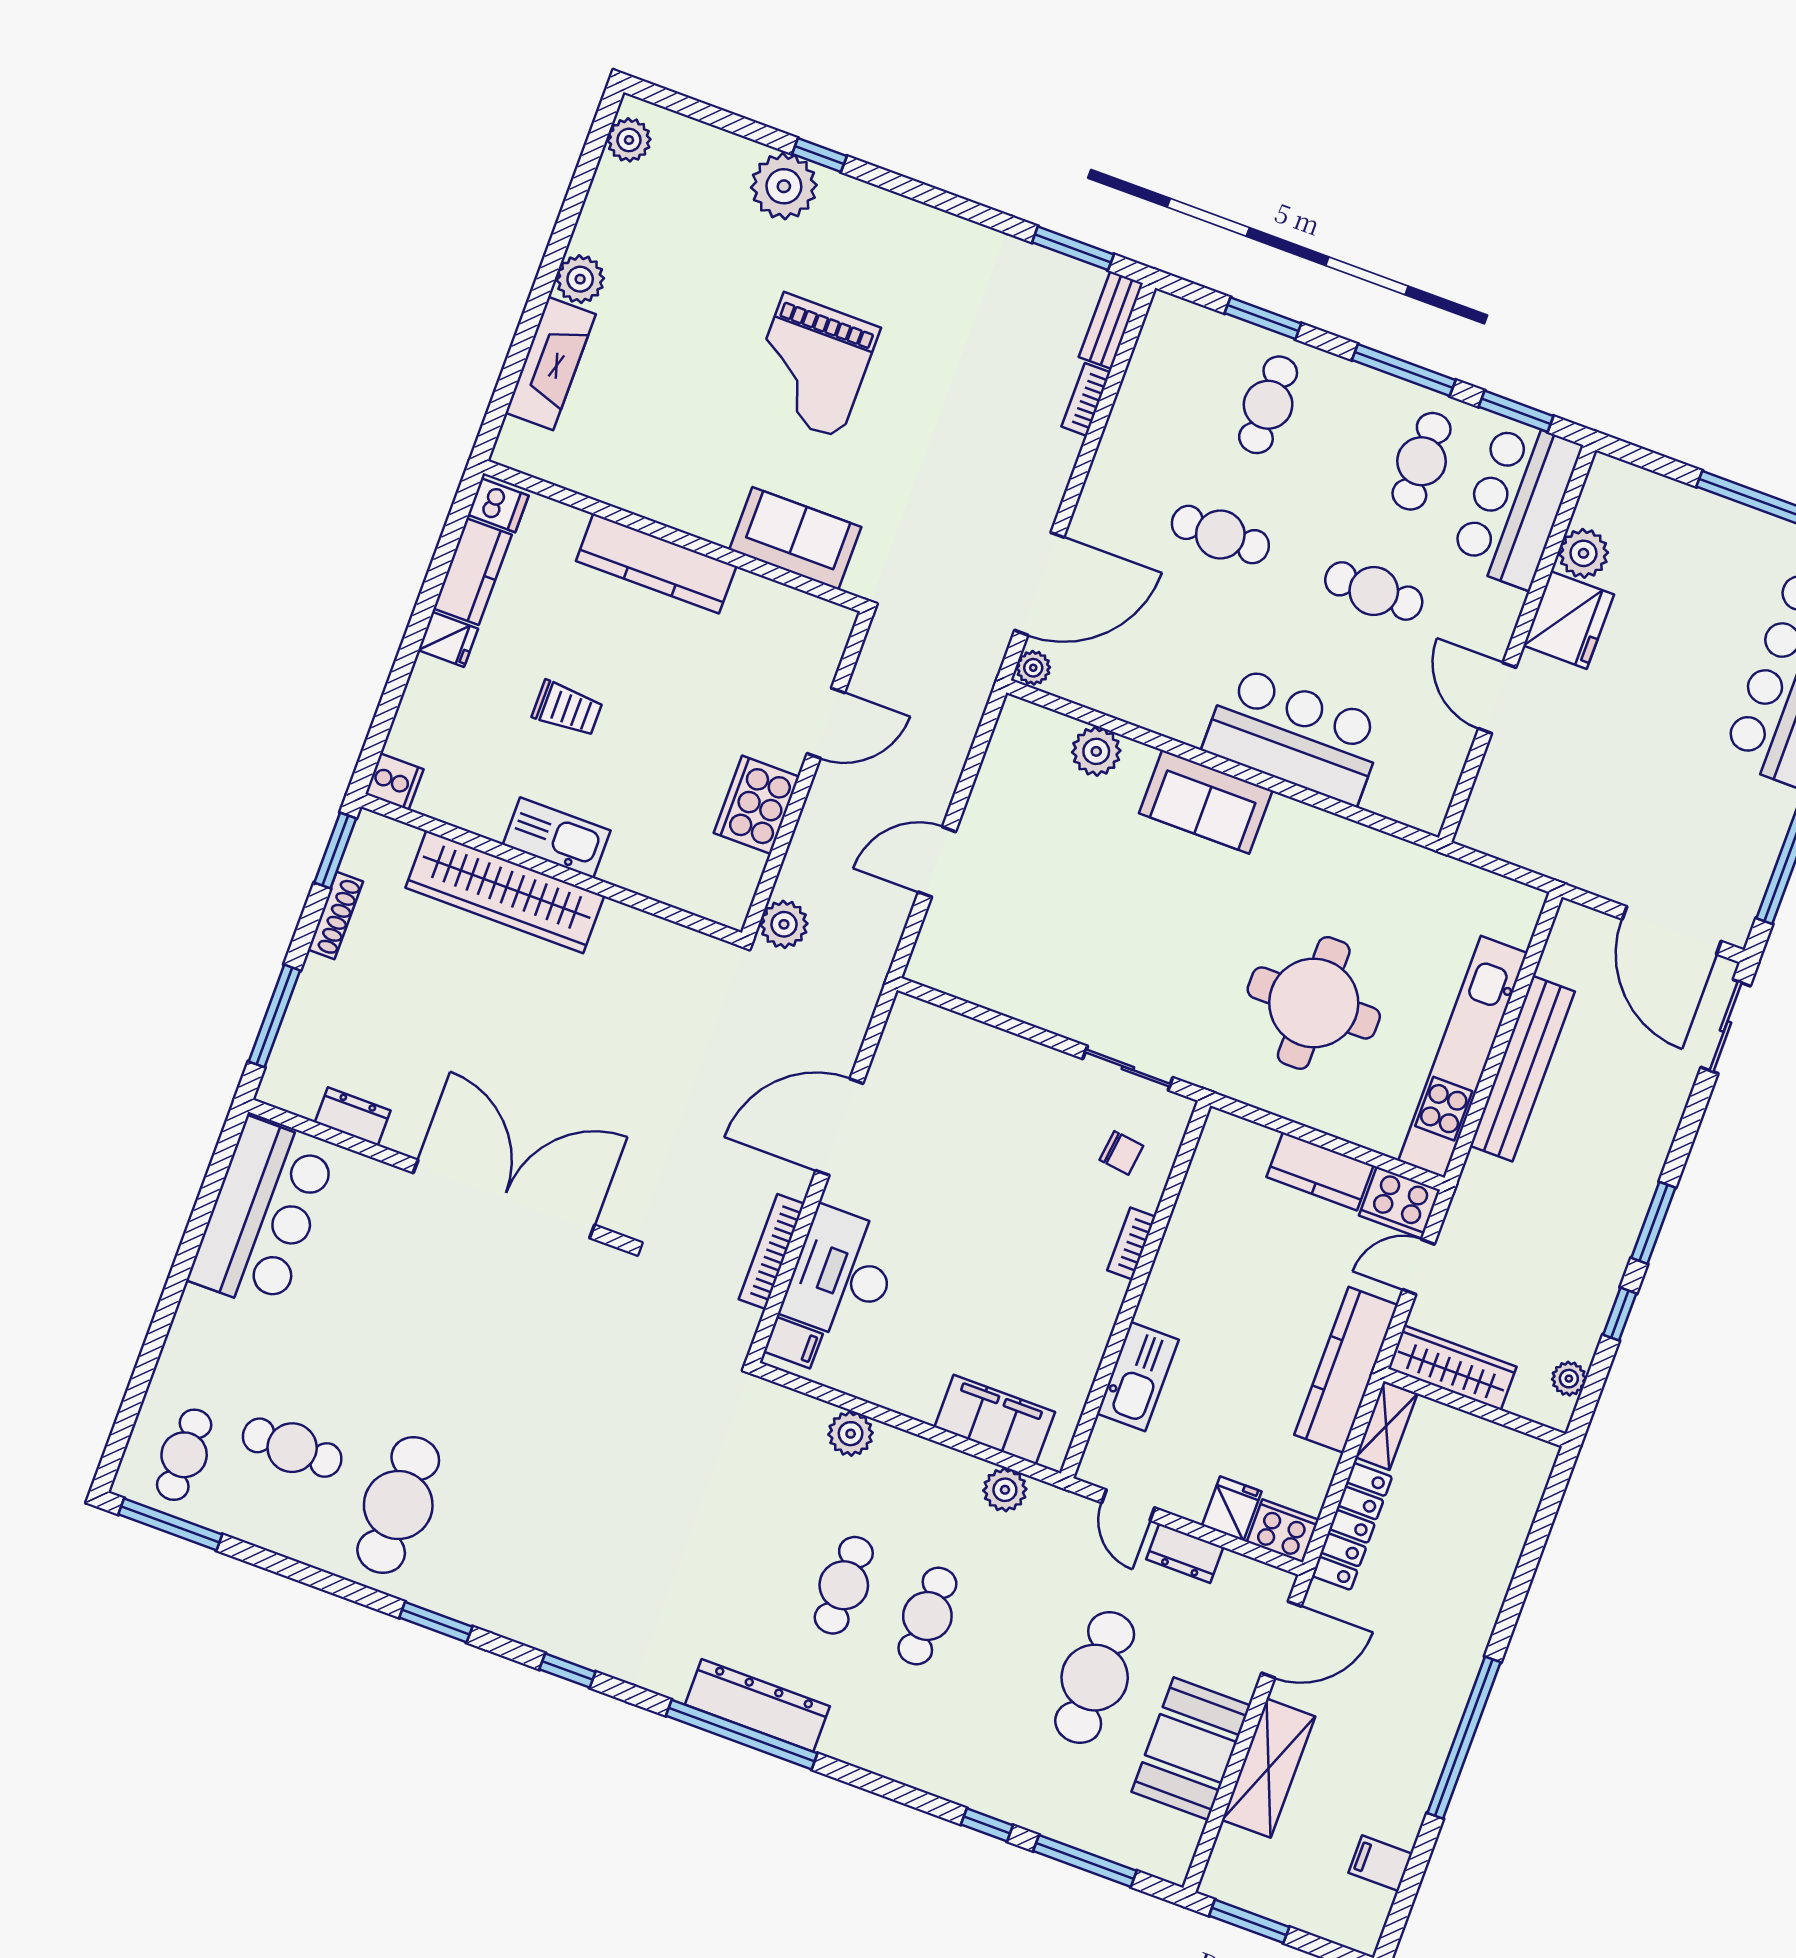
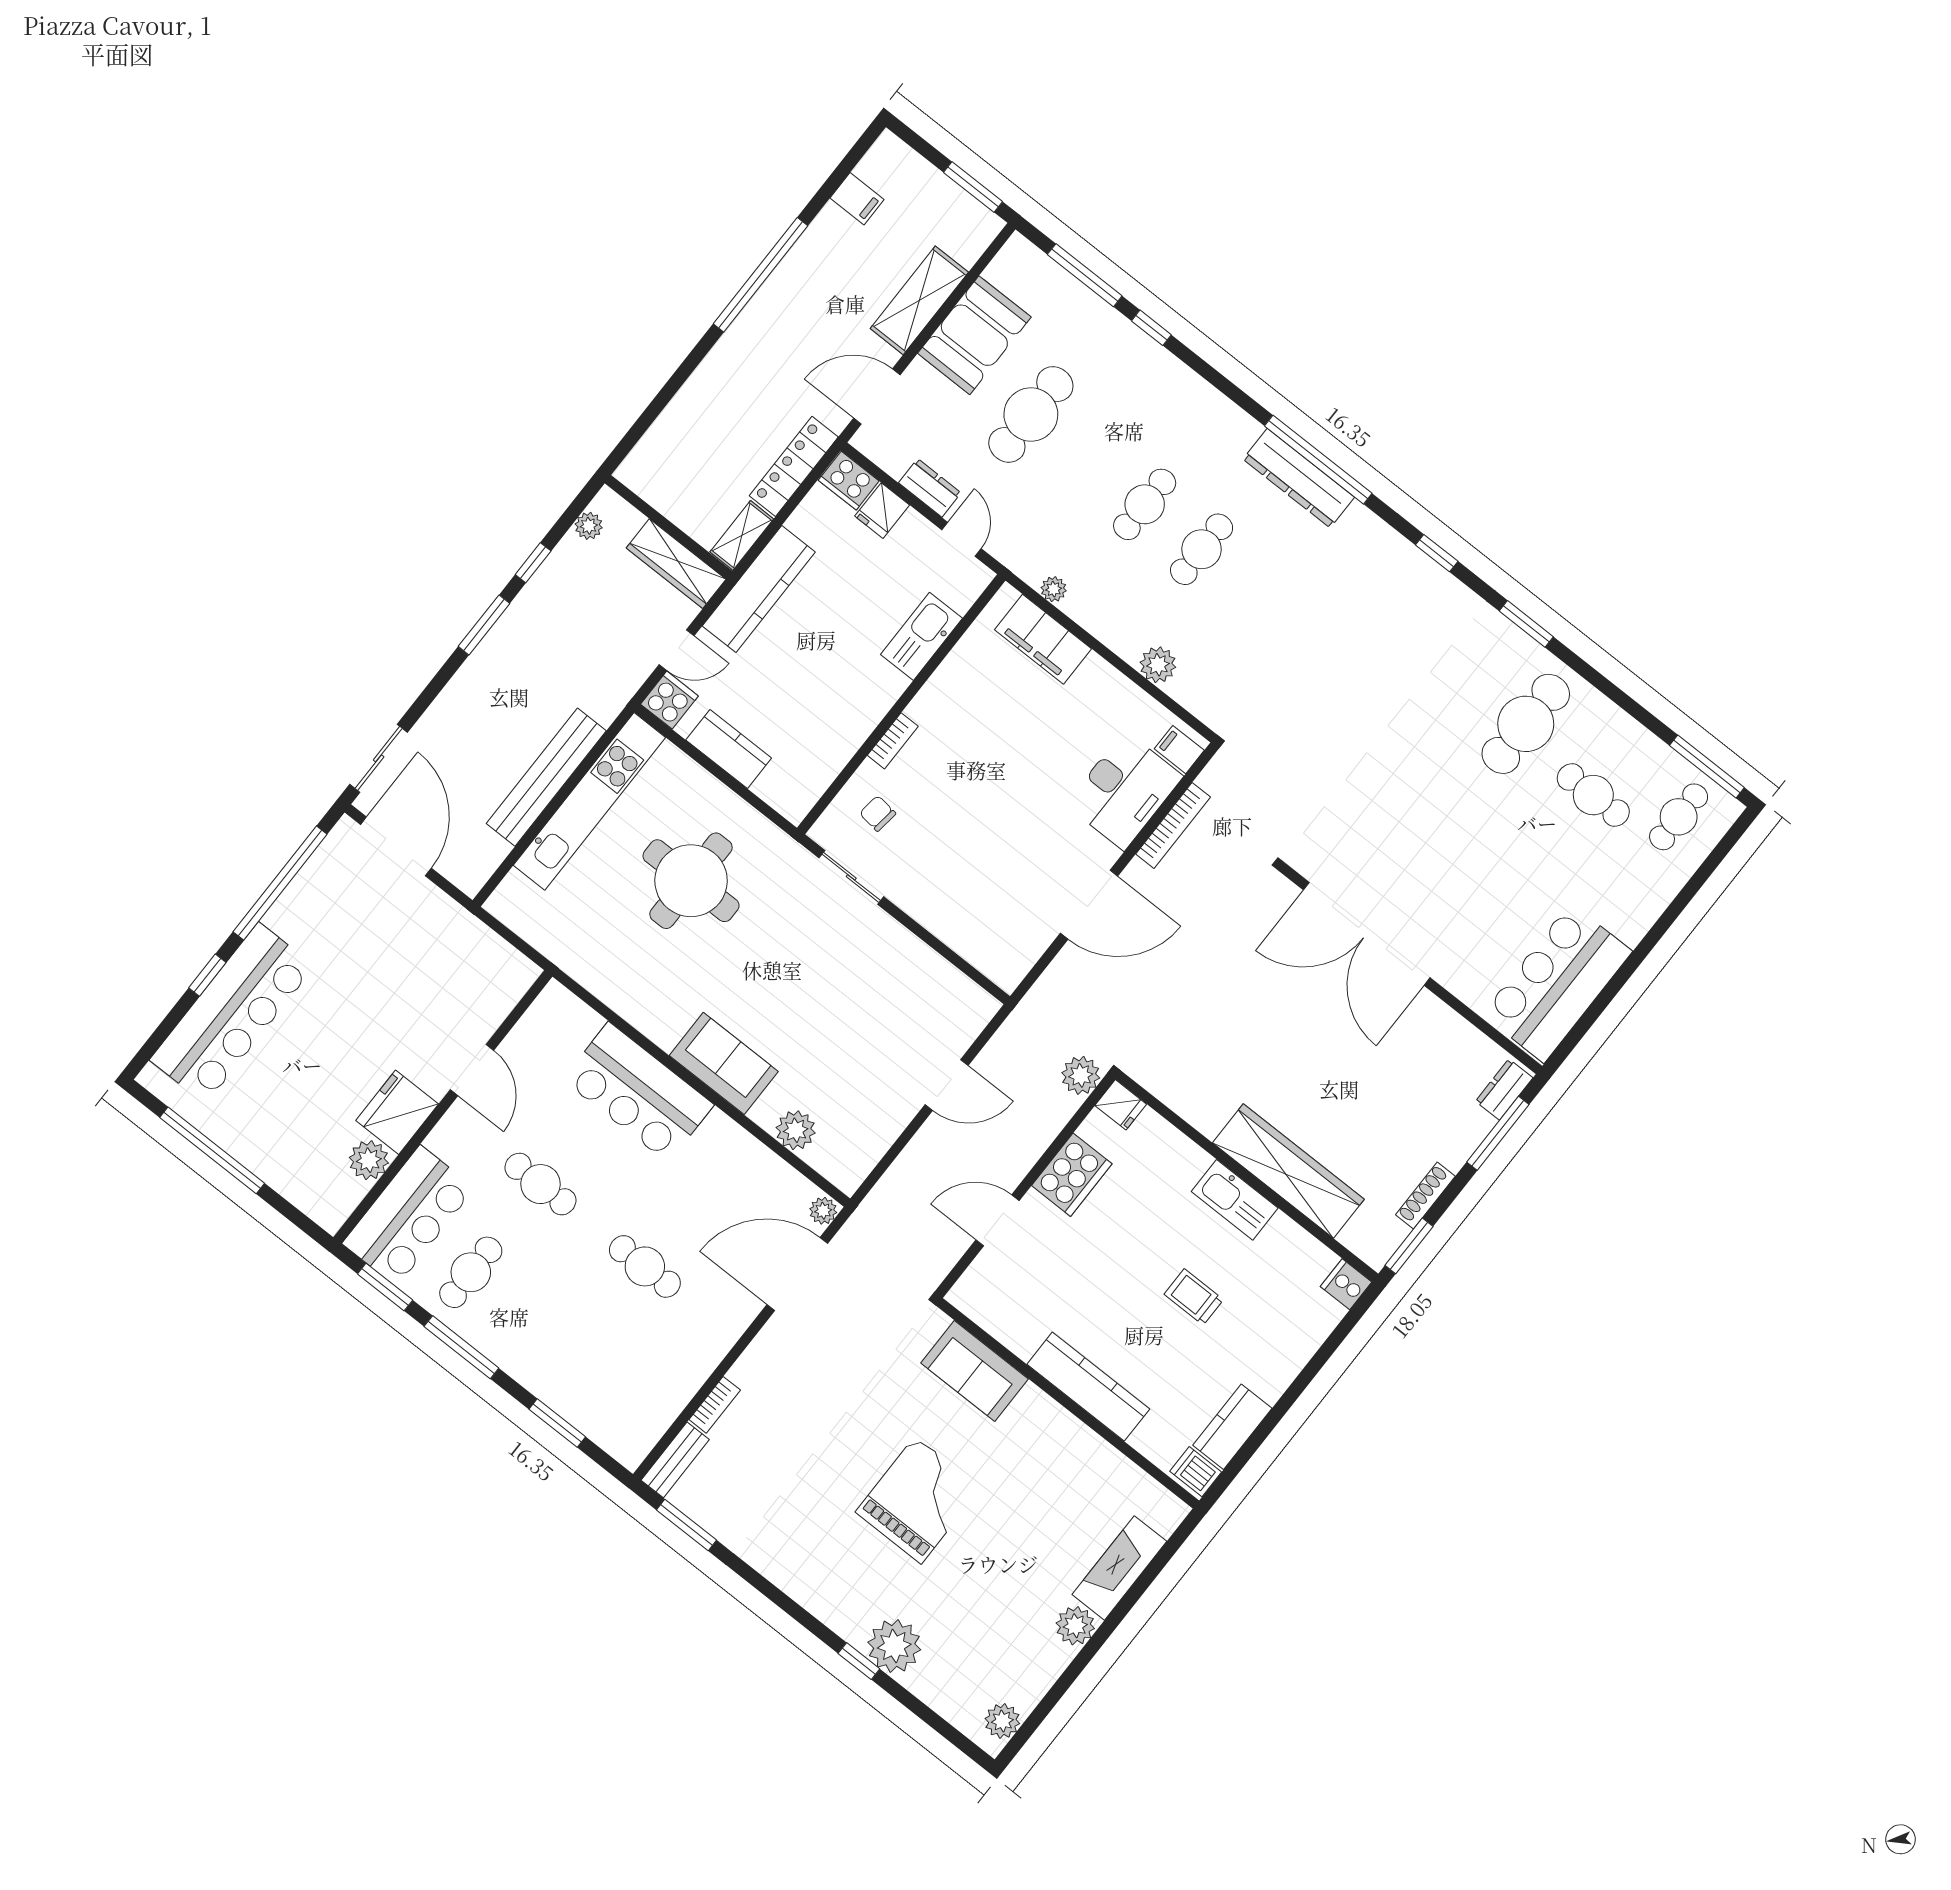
cafe table: (1268, 405) -> (575, 1355), removed
fridge: (448, 639) -> (1121, 1105), moved, turned 180
dresser: (353, 1116) -> (1504, 1089), moved, turned 90
cooker: (1400, 1203) -> (669, 700), width x0.73
plant: (1005, 1490) -> (1054, 589), width x0.73, depth x0.73

